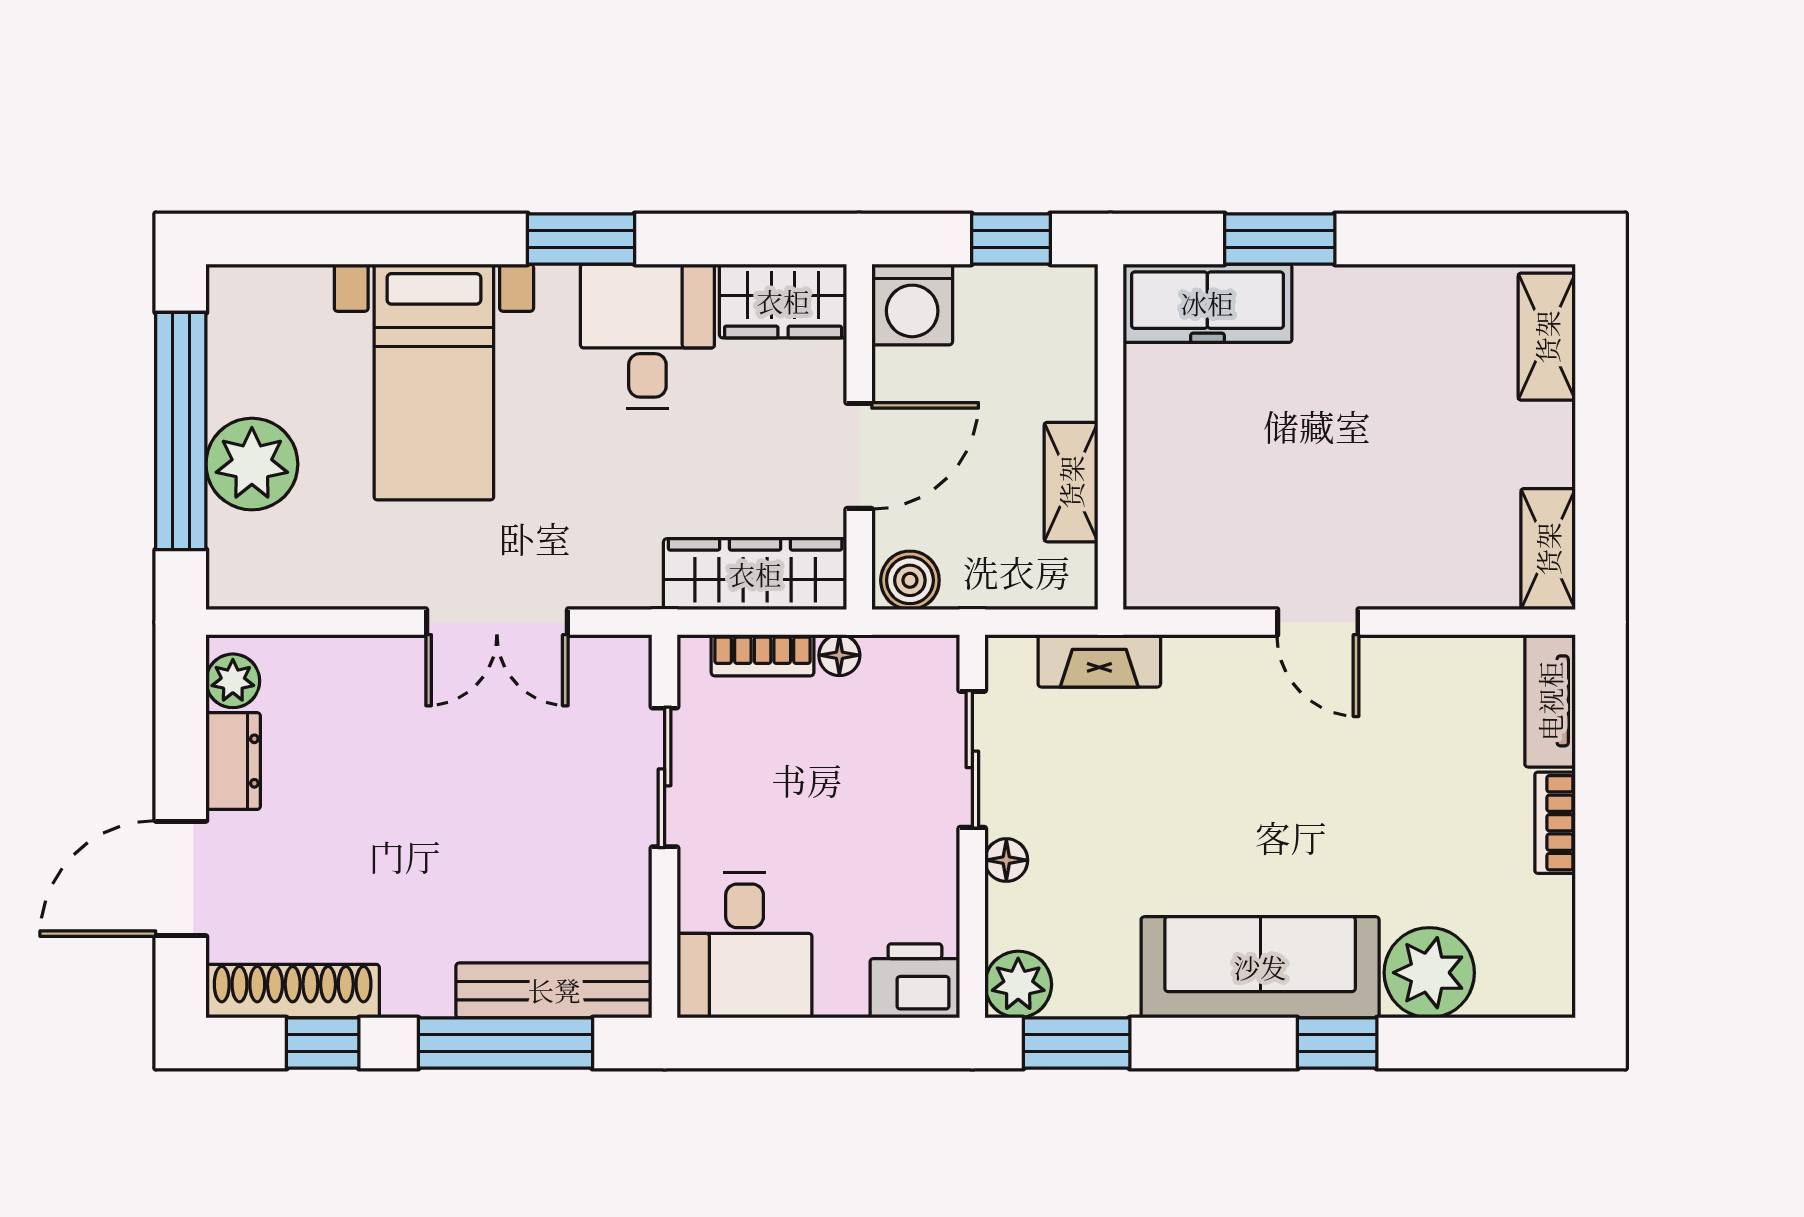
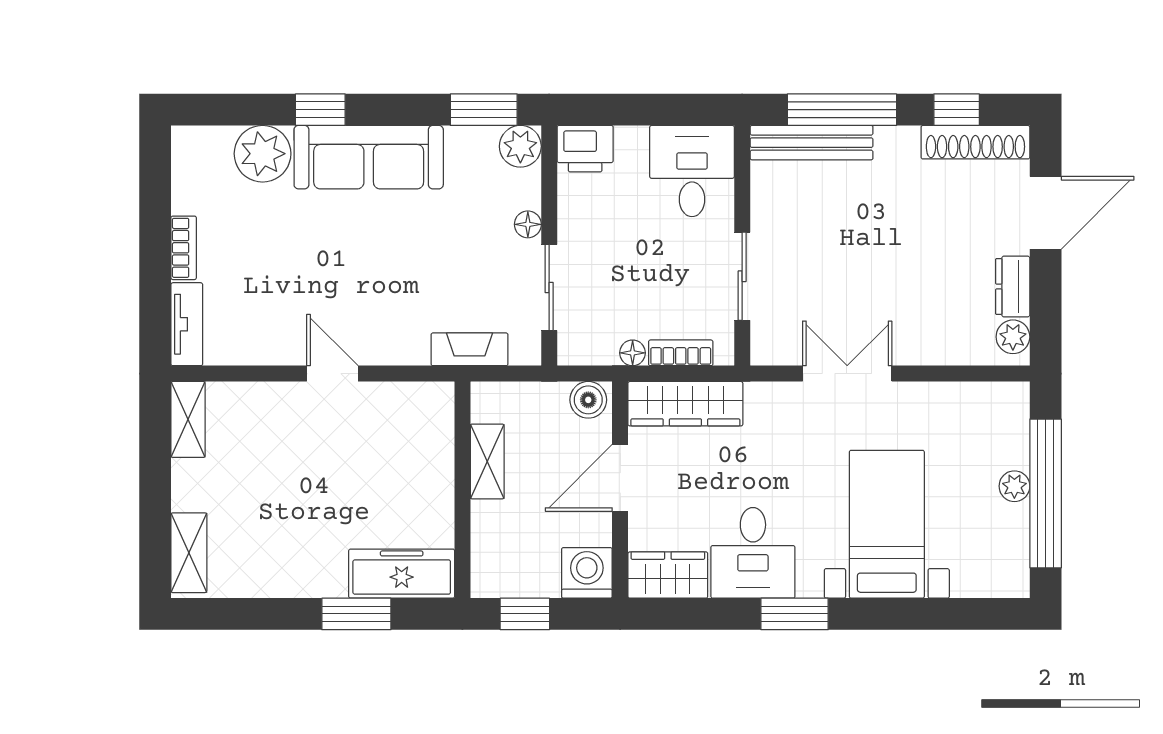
plant: (252, 464) -> (1014, 486), width x0.53, depth x0.53

